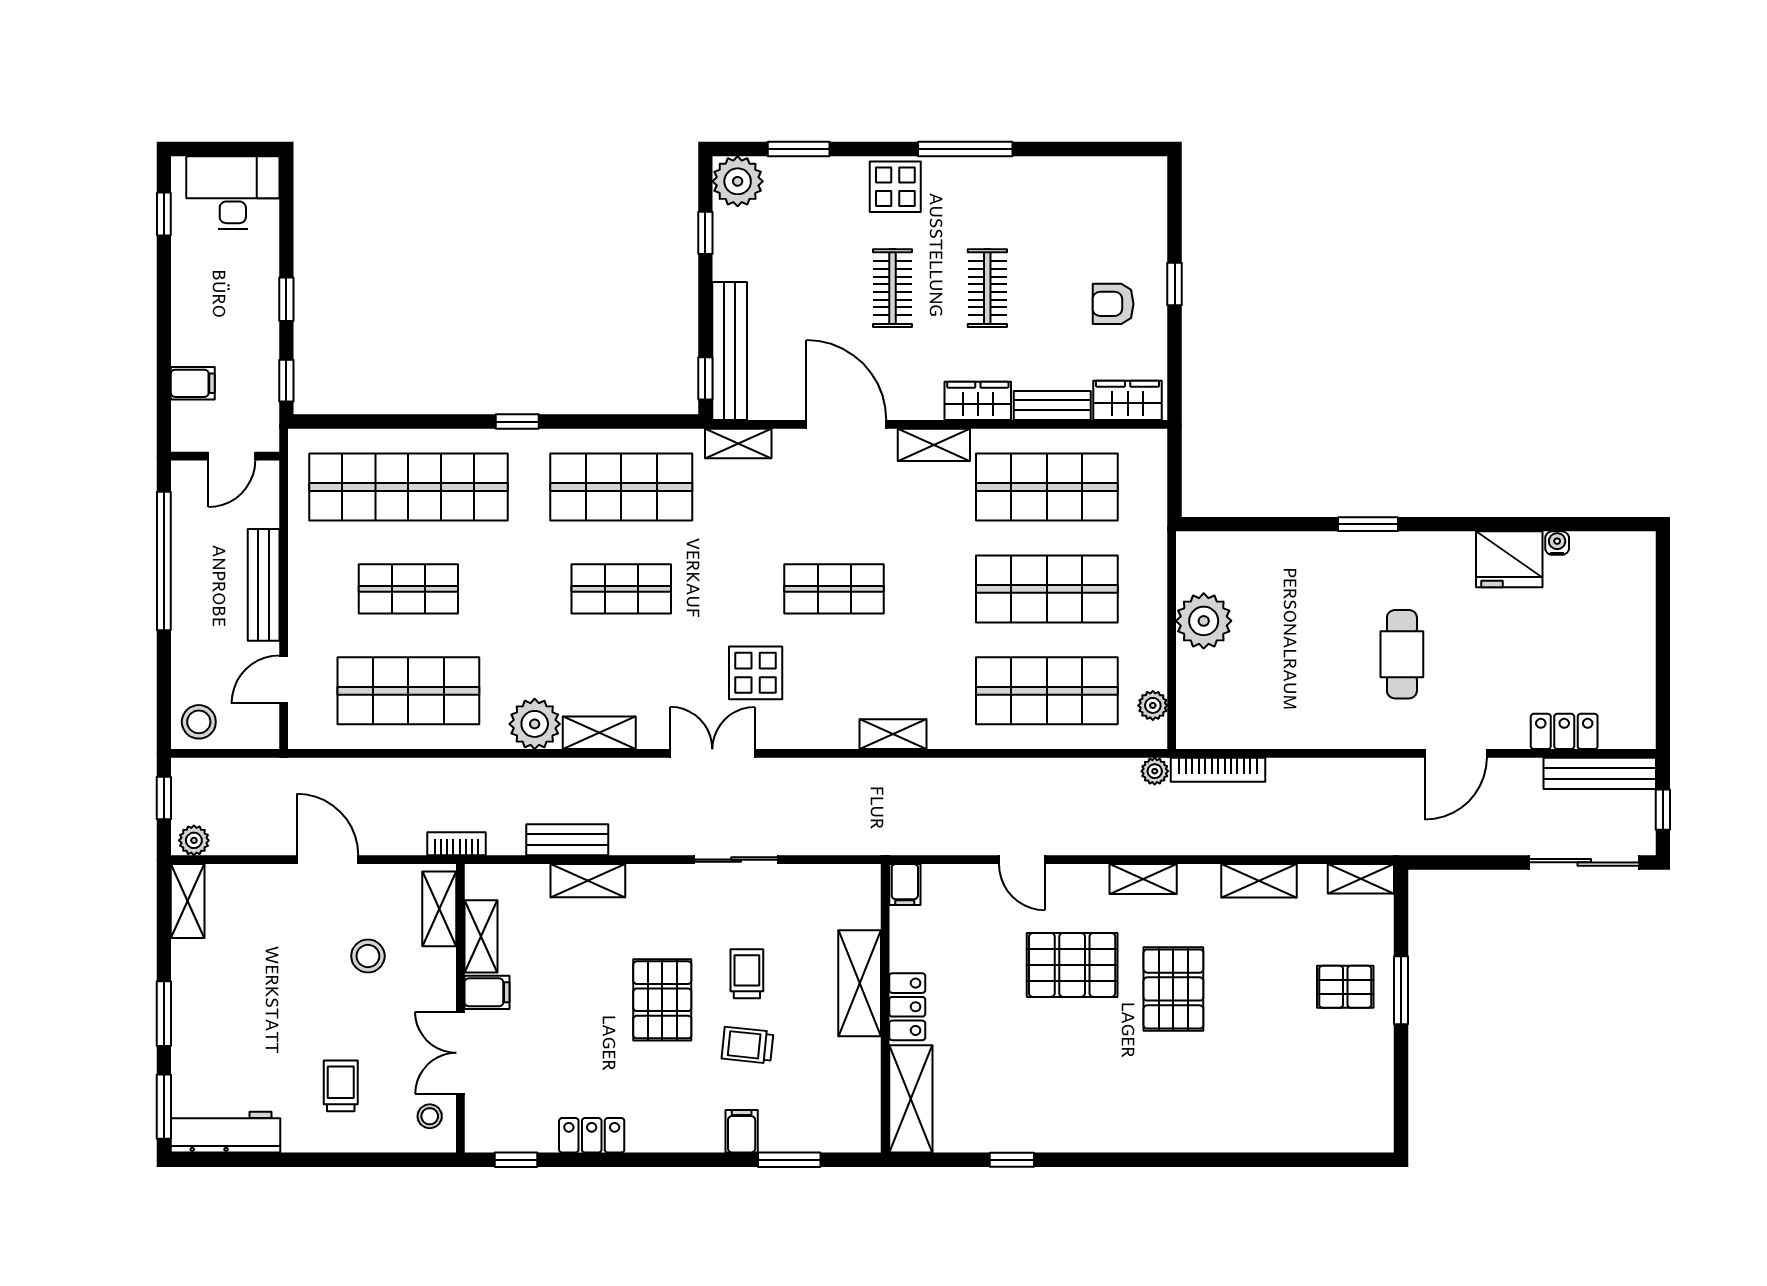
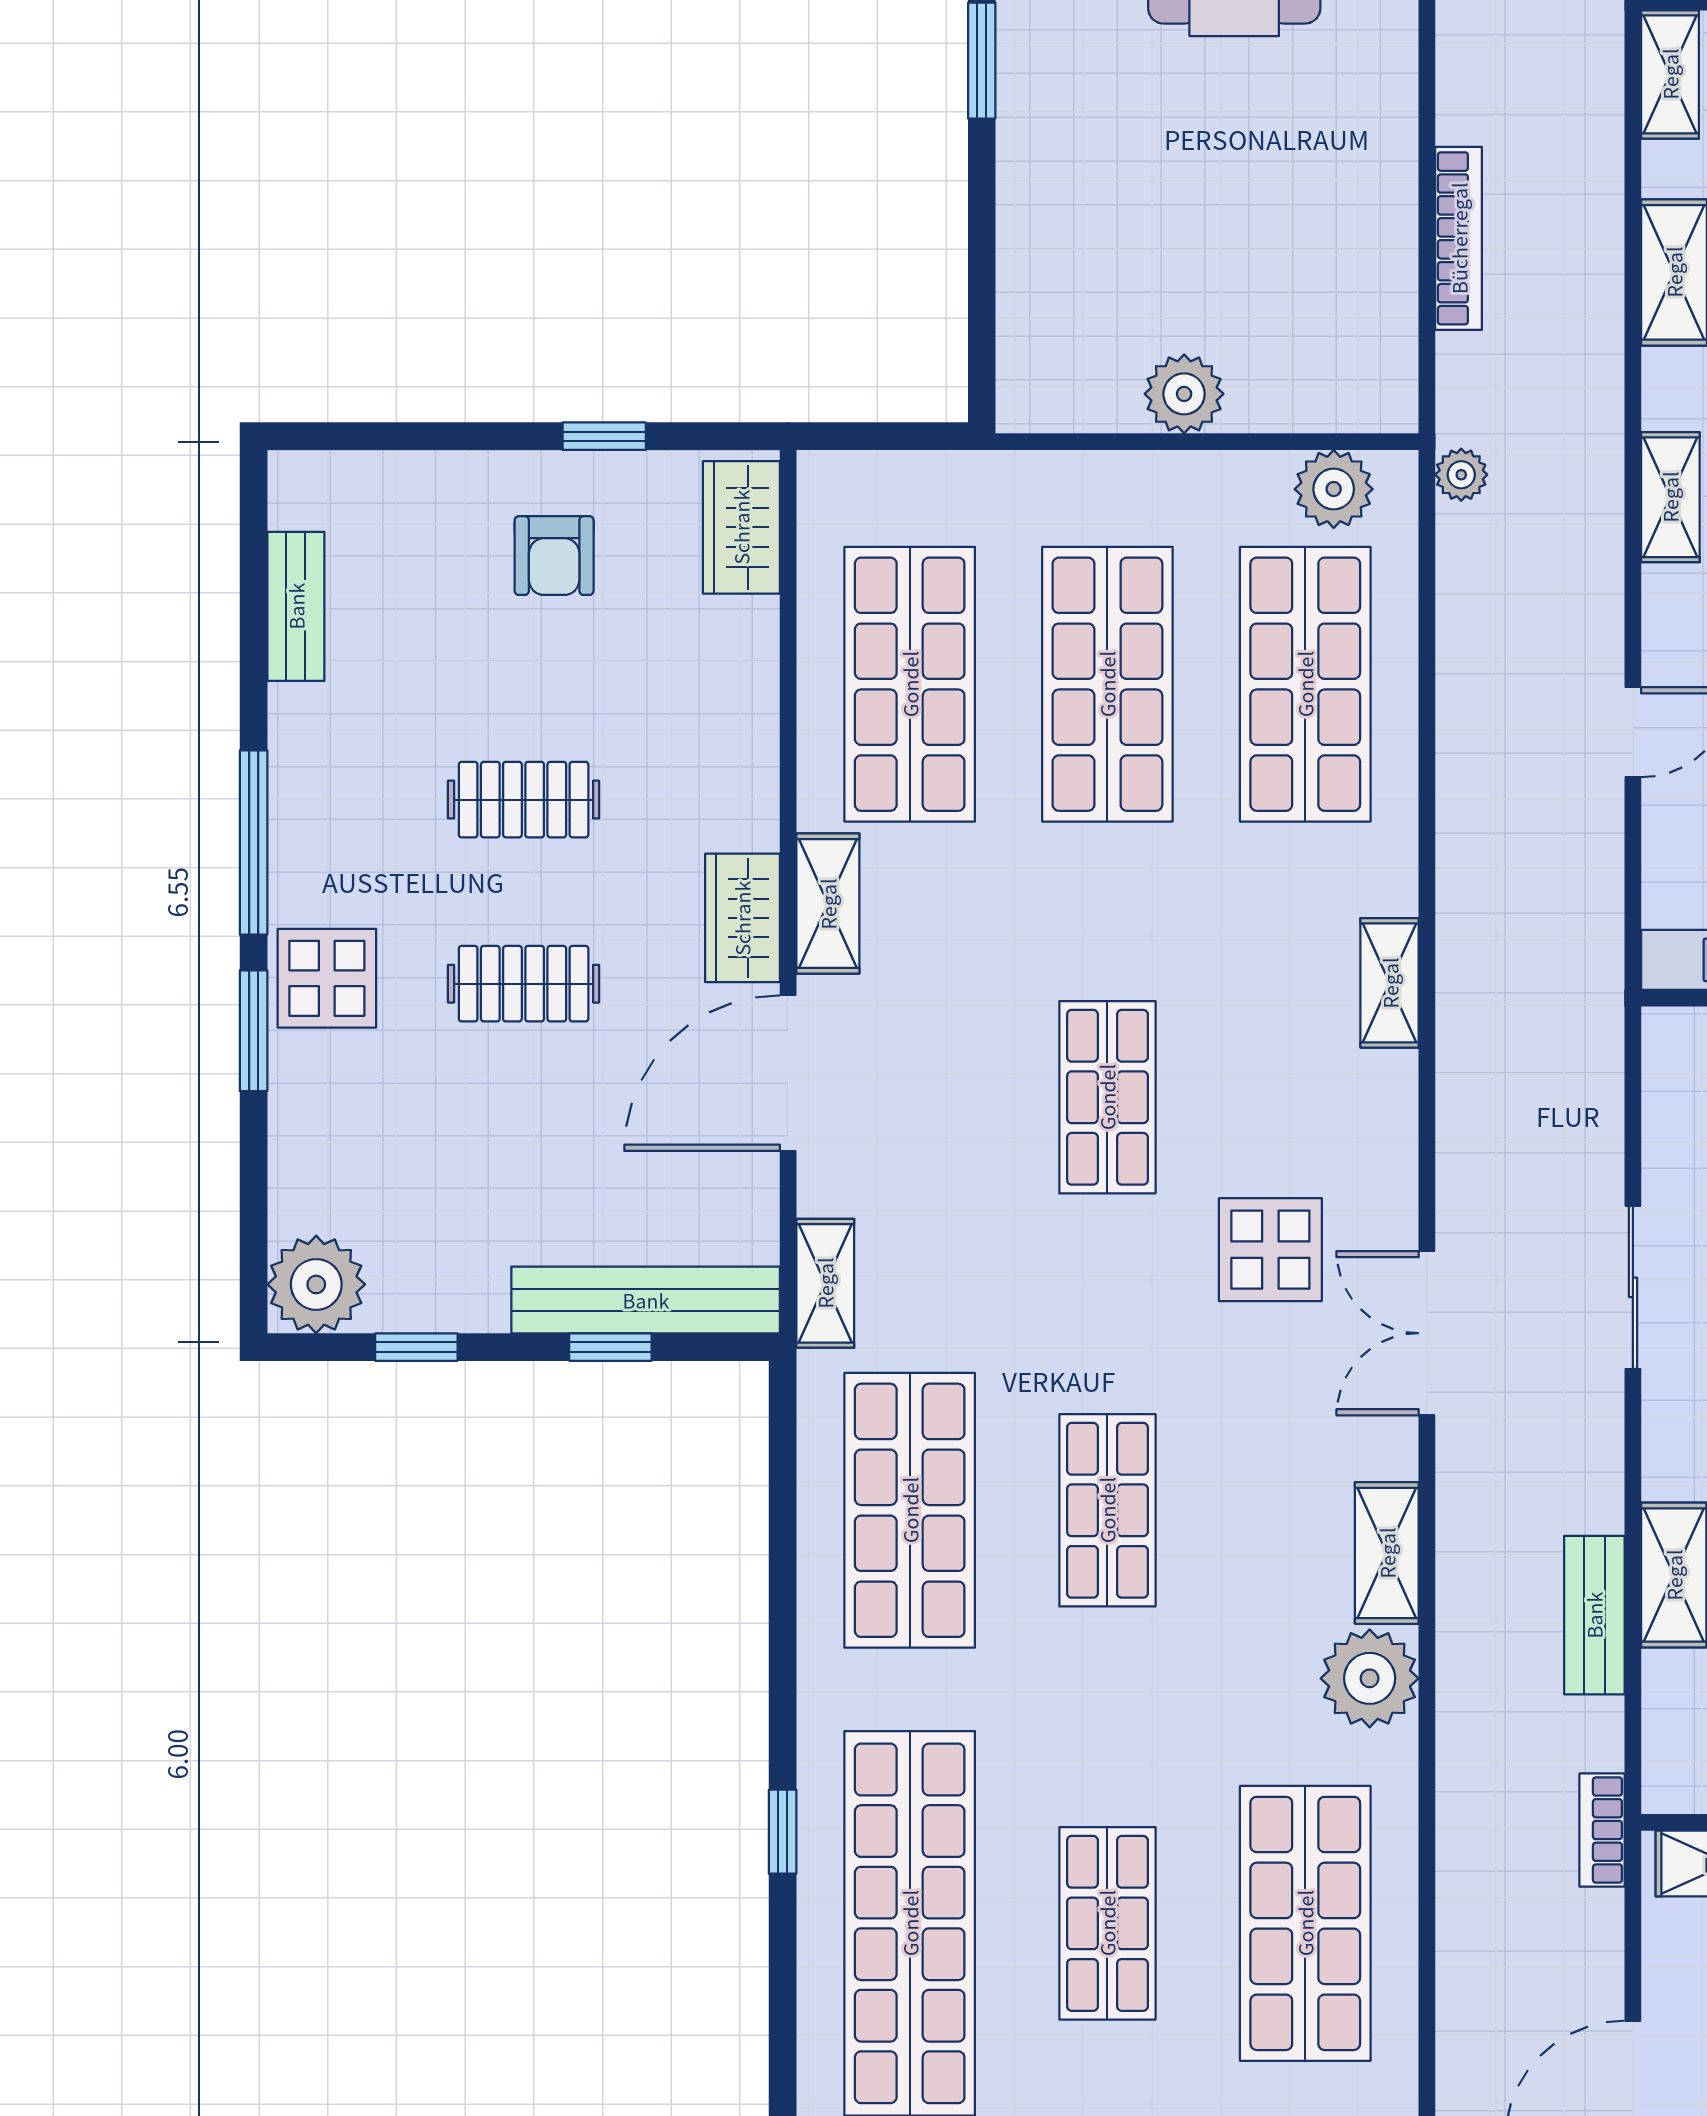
window: (799, 149) -> (254, 1031), moved
window: (1175, 284) -> (604, 436), moved
window: (705, 378) -> (610, 1347), moved
wardrobe: (978, 401) -> (742, 918), moved
bench: (1052, 405) -> (296, 606), moved
window: (517, 422) -> (783, 1832), moved
plant: (1204, 621) -> (1184, 394), width x0.73, depth x0.73
plant: (1153, 705) -> (1334, 489), width x1.38, depth x1.38
bookcase: (1218, 770) -> (1459, 238), moved

